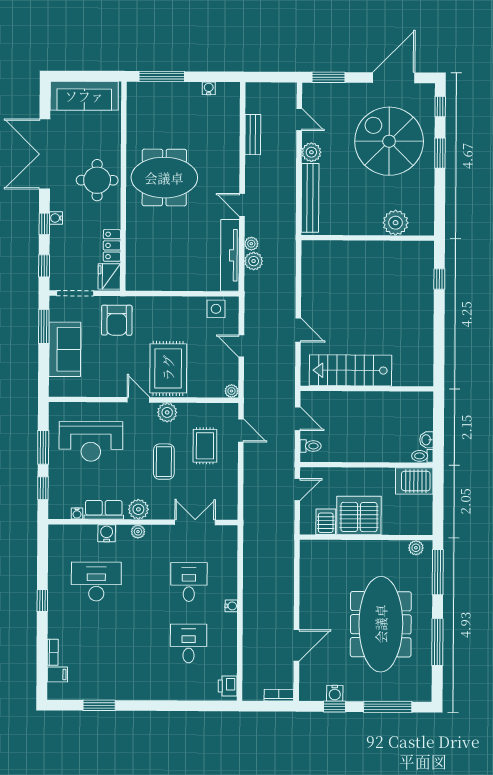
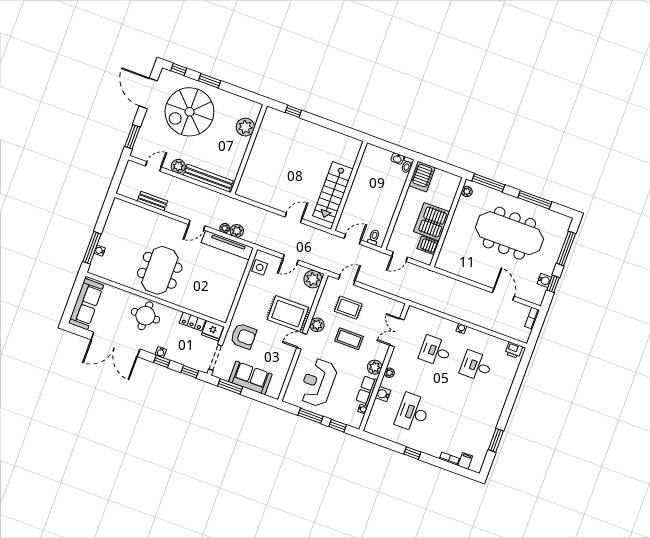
water cooler: (209, 88) -> (100, 251), moved
plant: (231, 391) -> (313, 279), width x1.87, depth x1.87
reception desk: (91, 441) -> (318, 383), turned 180
door: (297, 490) -> (400, 257), swing flipped

